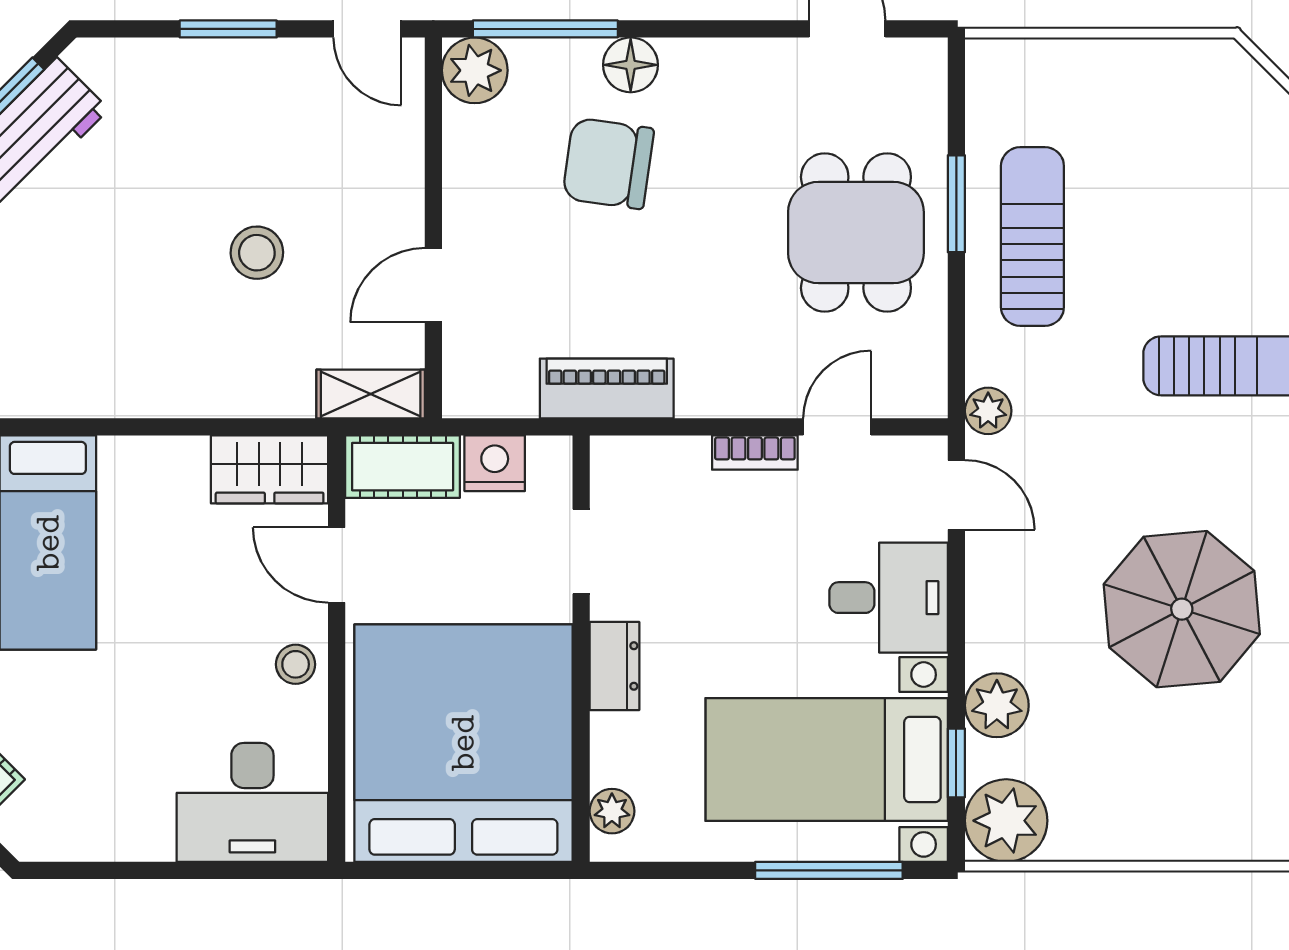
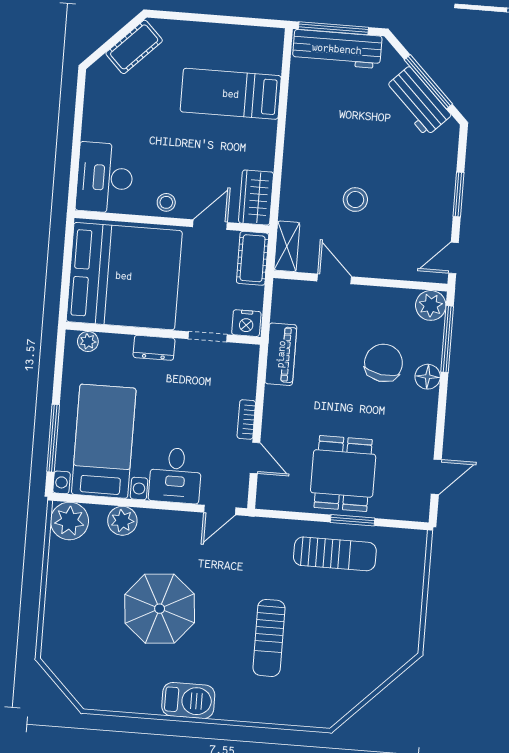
dining table: (856, 232) -> (343, 474), turned 90
plant: (988, 411) -> (257, 527), removed
nightstand: (495, 463) -> (246, 323), moved, turned 90
window: (956, 763) -> (98, 500), removed

